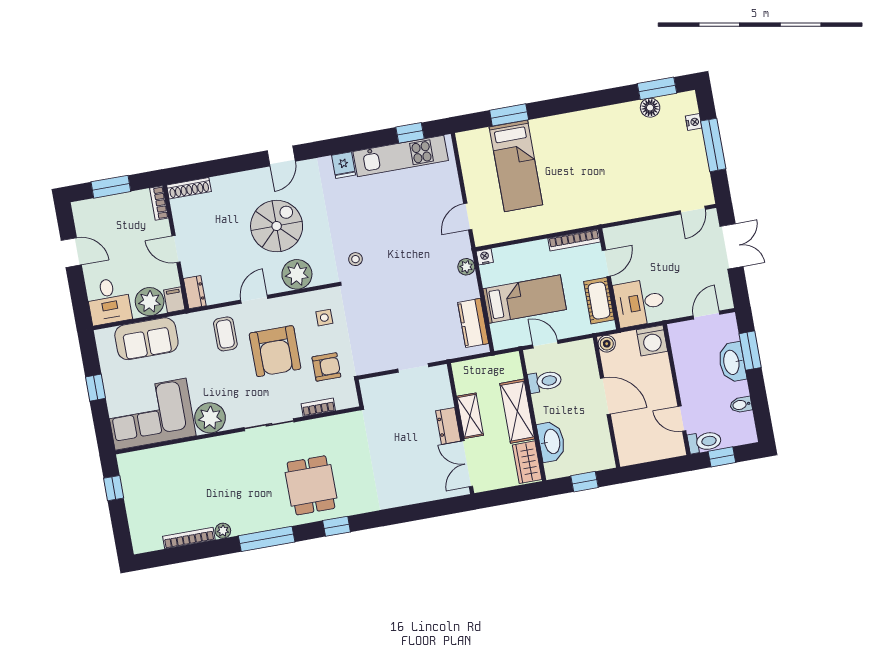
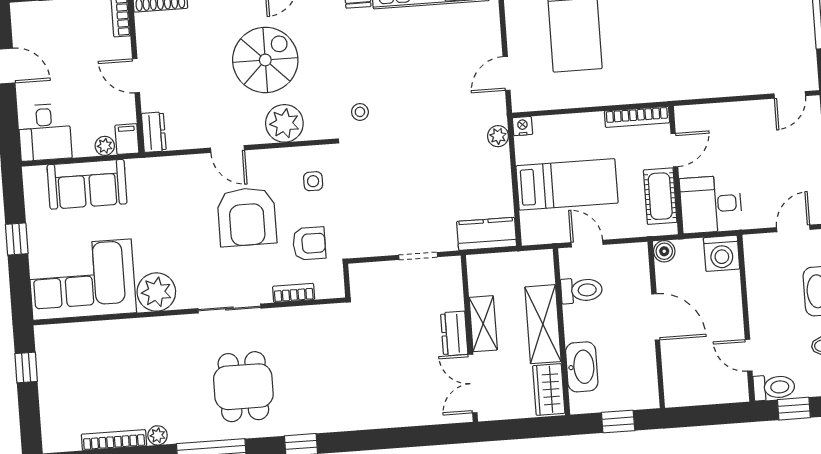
door: (254, 299) -> (228, 149), swing flipped
plant: (150, 302) -> (105, 146), width x0.53, depth x0.53
kitchen counter: (473, 323) -> (487, 234), moved, turned 90
coffee table: (225, 334) -> (187, 189), removed
dining table: (311, 485) -> (243, 387), moved

